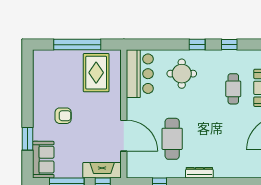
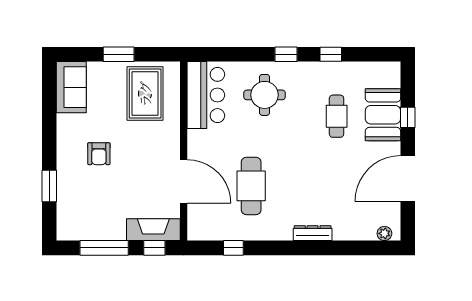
window: (77, 45) -> (119, 54), width x0.47
armchair: (63, 116) -> (99, 154), turned 90
sofa: (43, 160) -> (71, 87), moved
dresser: (199, 173) -> (313, 233), moved

